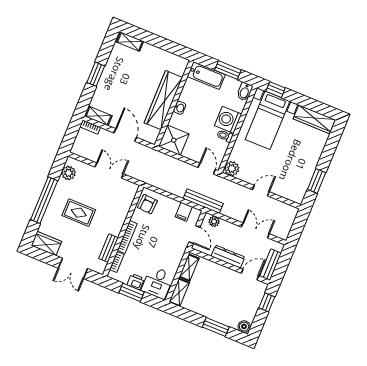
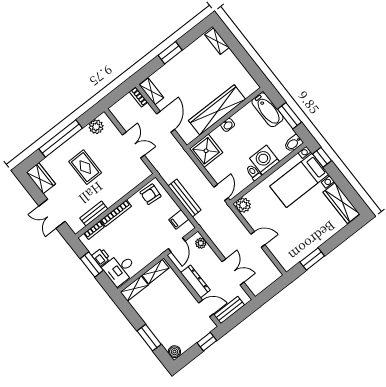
bench: (203, 201) -> (185, 198), moved

